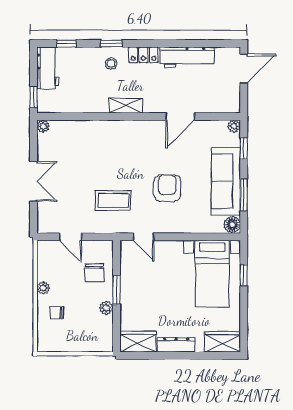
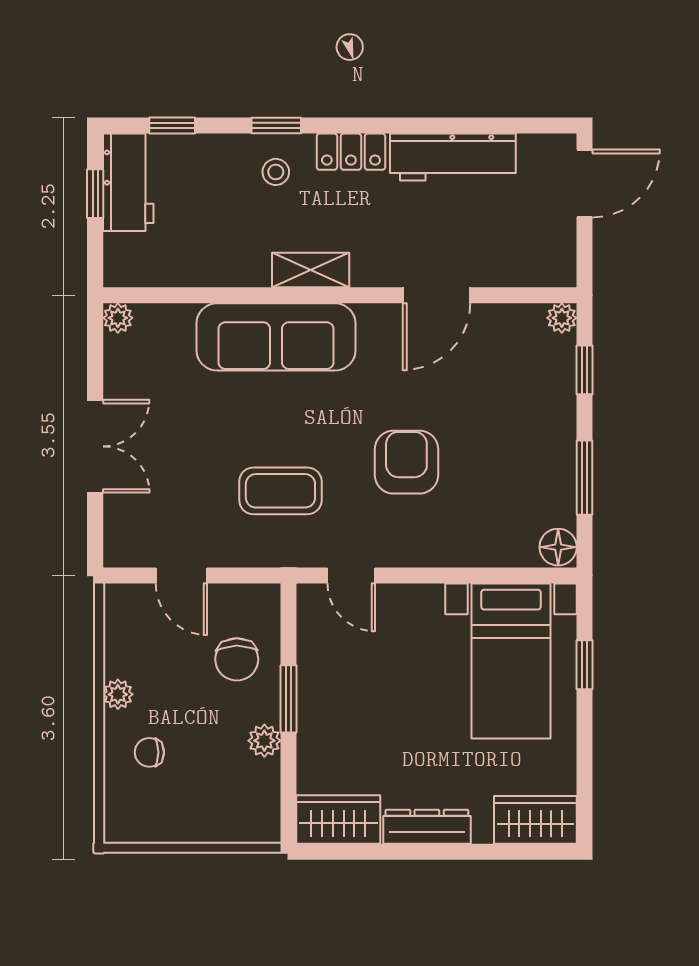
window: (34, 97) -> (95, 194), moved
sofa: (226, 181) -> (276, 337), moved, turned -90

